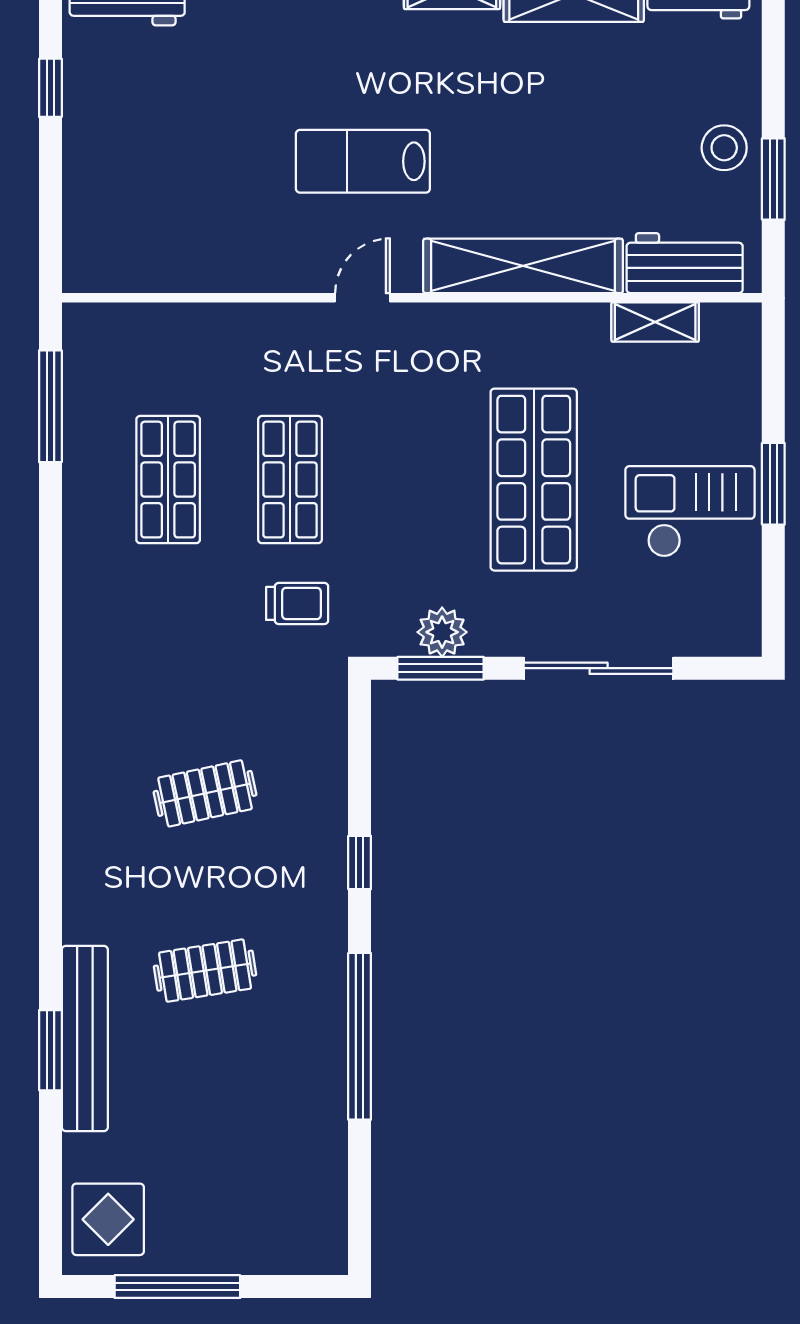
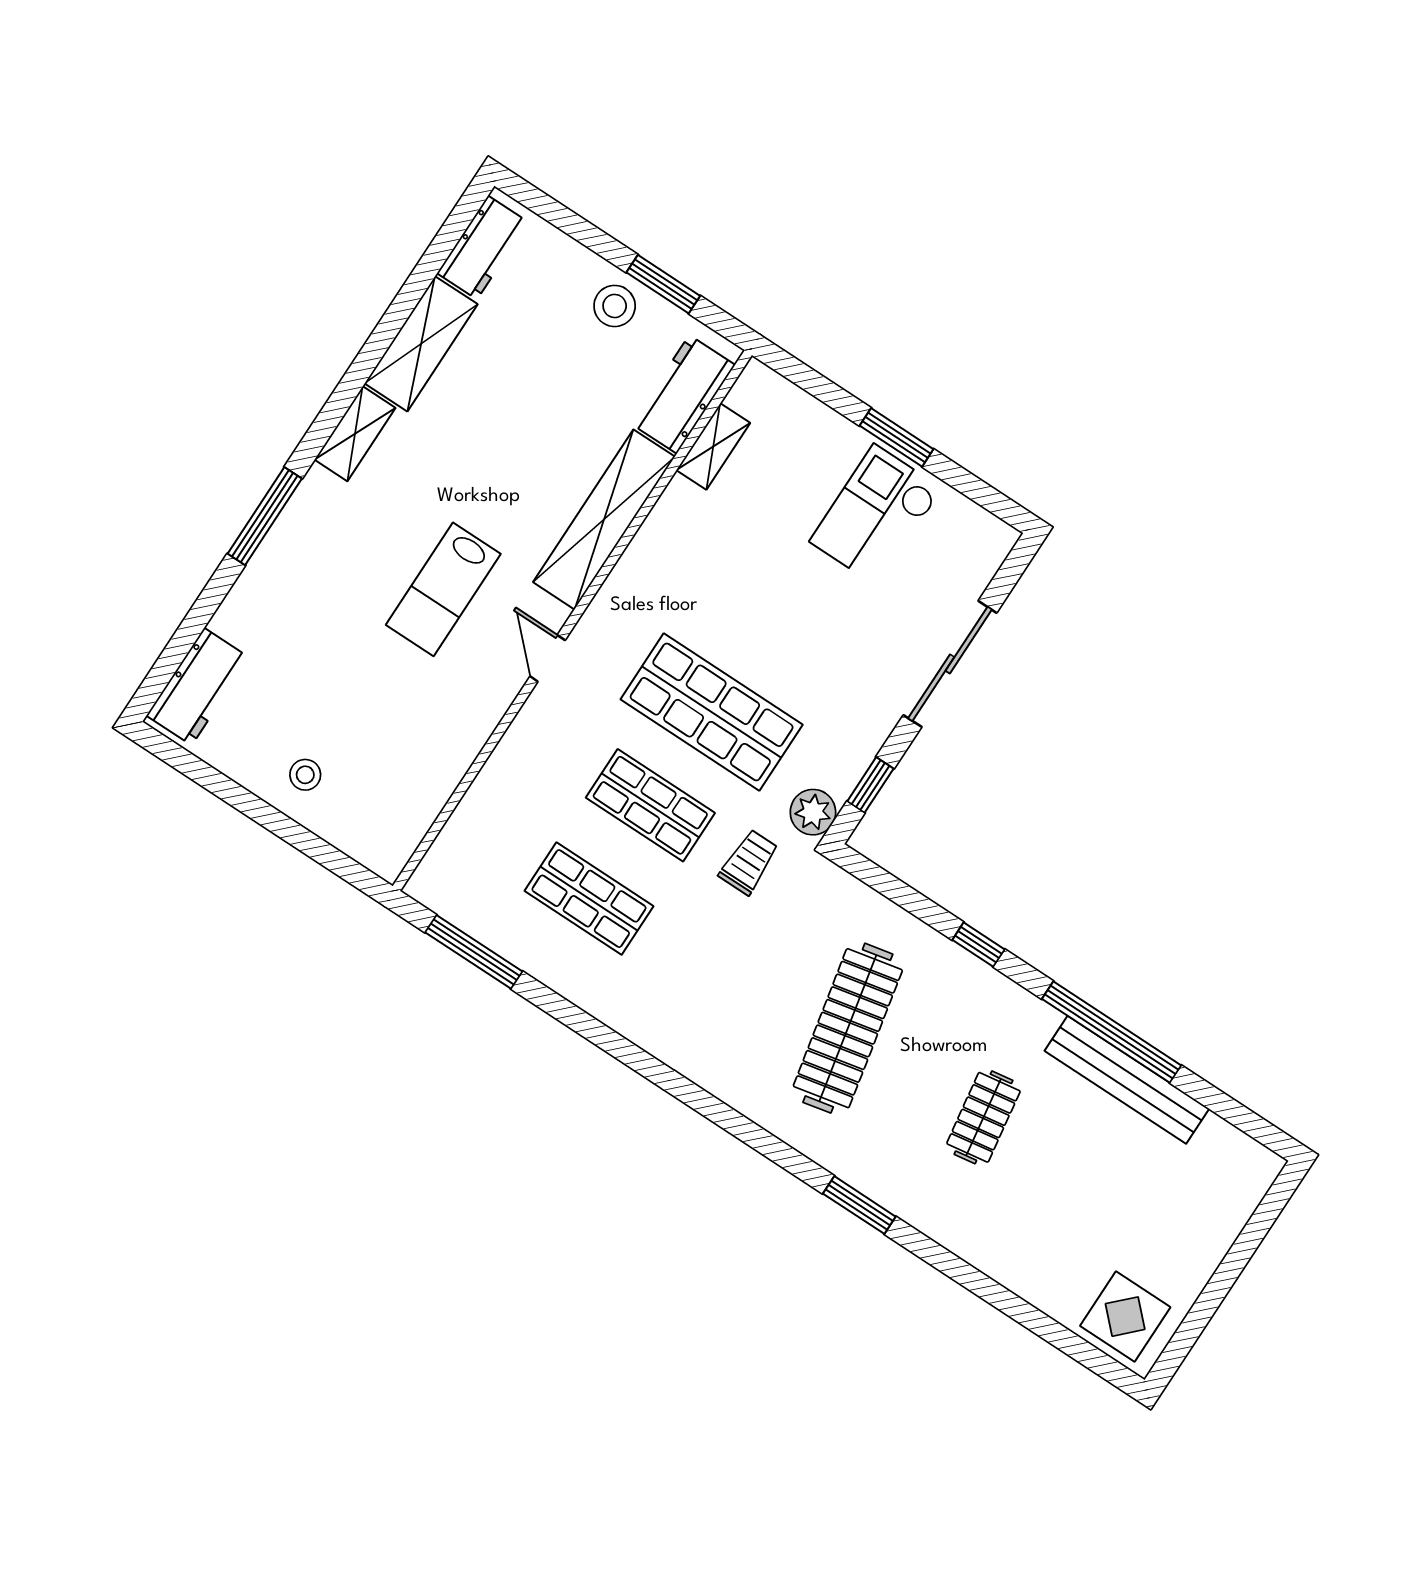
window: (50, 88) -> (230, 792), removed
stool: (111, 146) -> (305, 775), added
shop shelf: (534, 480) -> (712, 712), moved
plant: (442, 632) -> (813, 812), moved
window: (441, 668) -> (870, 785), width x0.67
clothes rail: (205, 793) -> (848, 1028), width x1.86, depth x1.31
bench: (85, 1038) -> (1127, 1080), moved
window: (50, 1050) -> (859, 1205), moved
window: (177, 1287) -> (1212, 1297), removed

